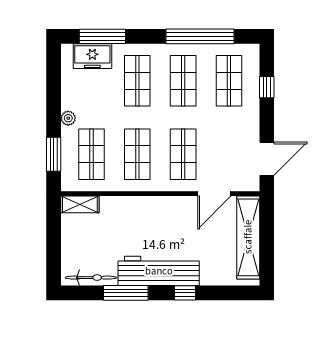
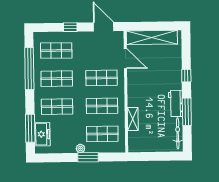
window: (267, 87) -> (70, 27), moved
window: (54, 154) -> (88, 157), moved
shelving: (80, 204) -> (133, 119), moved
workbench: (159, 271) -> (175, 103), width x0.53, depth x0.76

